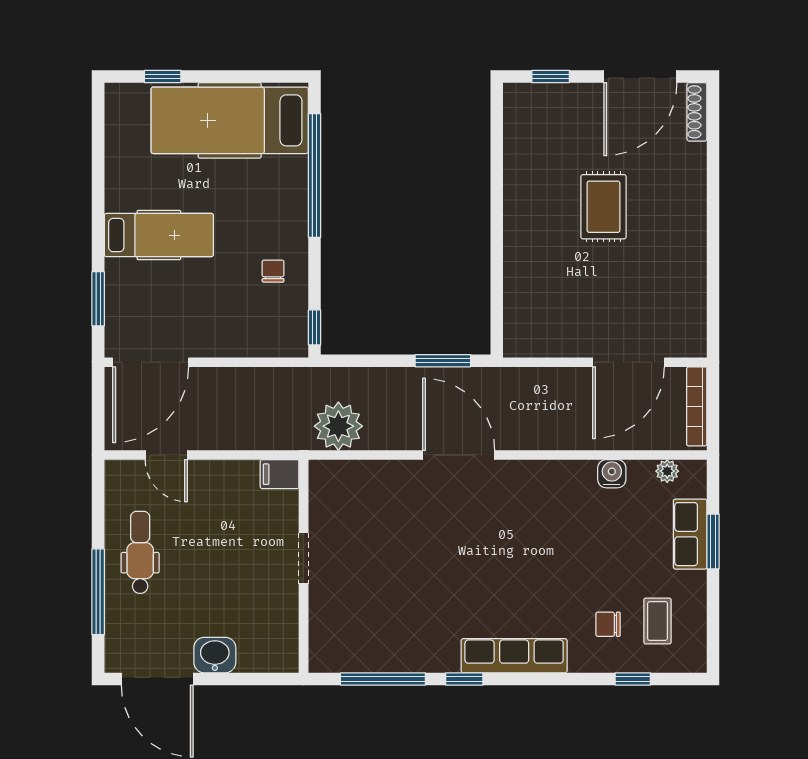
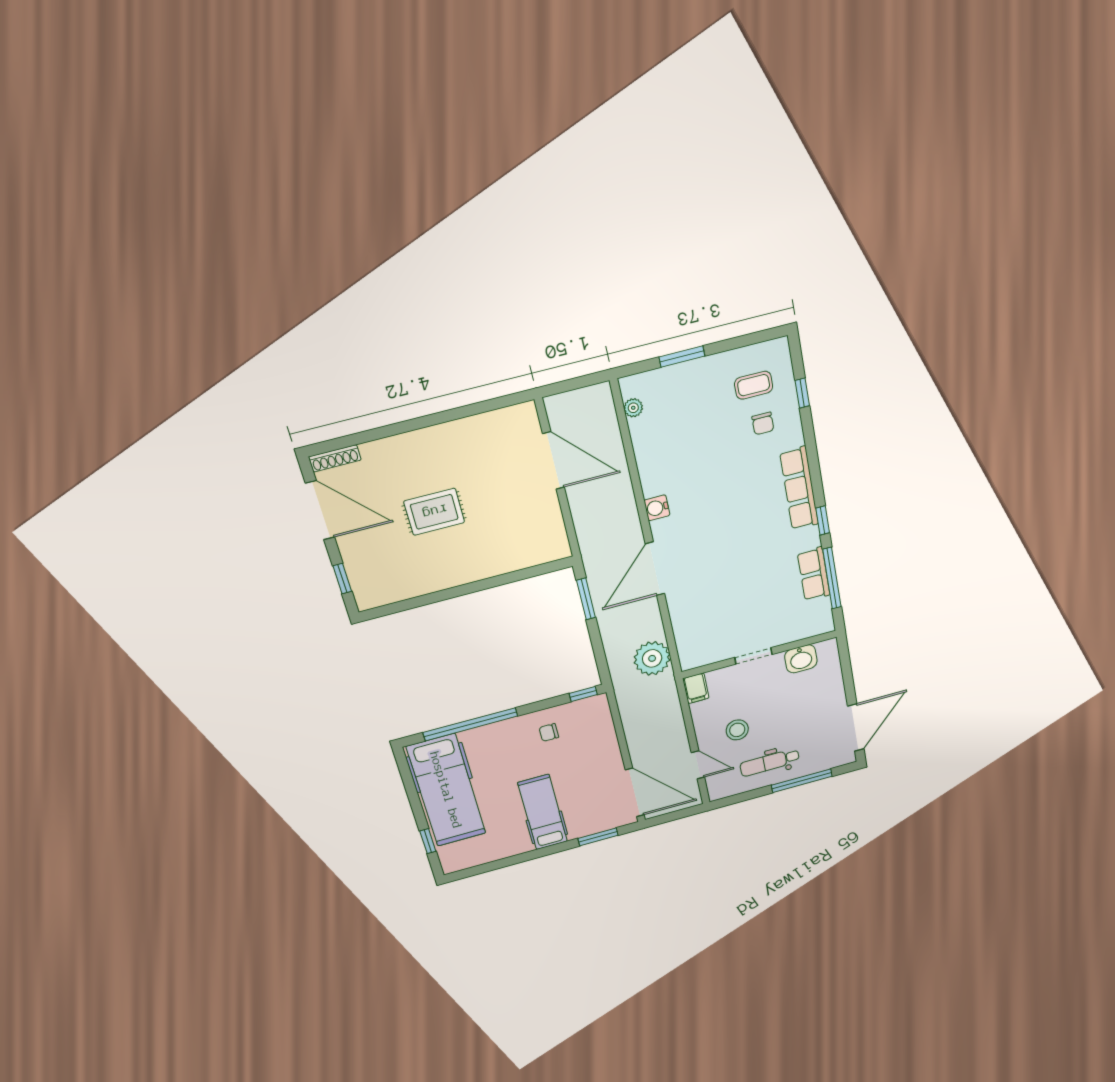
bookcase: (697, 406) -> (576, 397), removed
door: (166, 455) -> (698, 765), hinge flipped
water cooler: (612, 474) -> (657, 508), moved
stool: (202, 517) -> (737, 730), added
row of seats: (690, 534) -> (814, 574), moved, turned 90
washbasin: (215, 655) -> (801, 659), moved, turned -90

